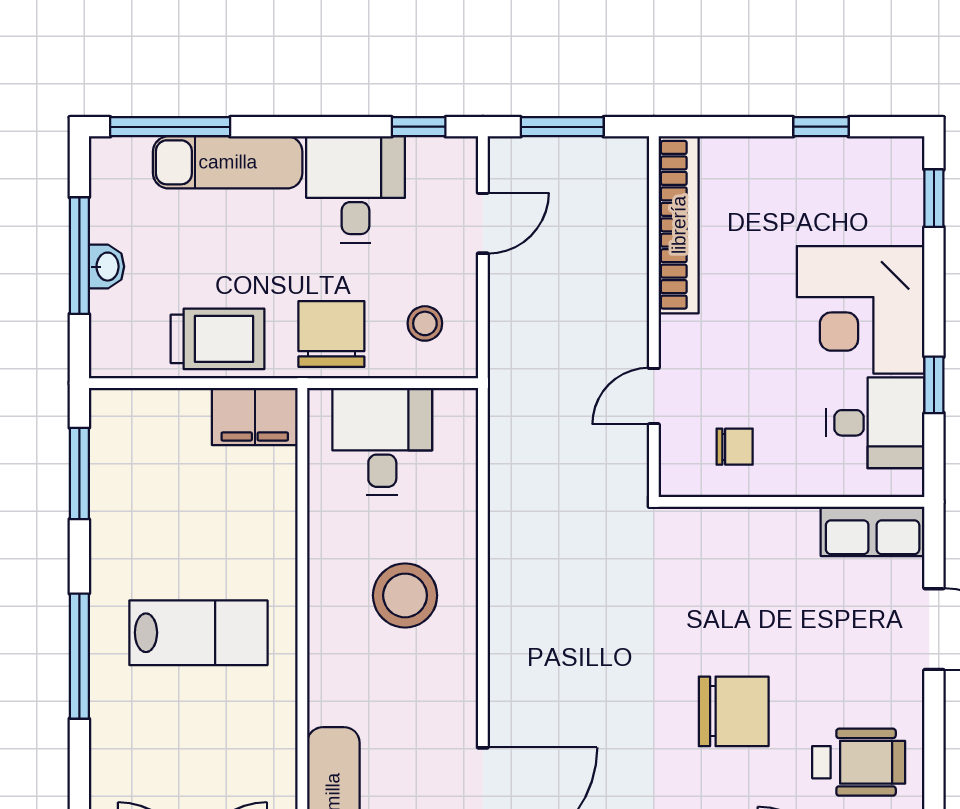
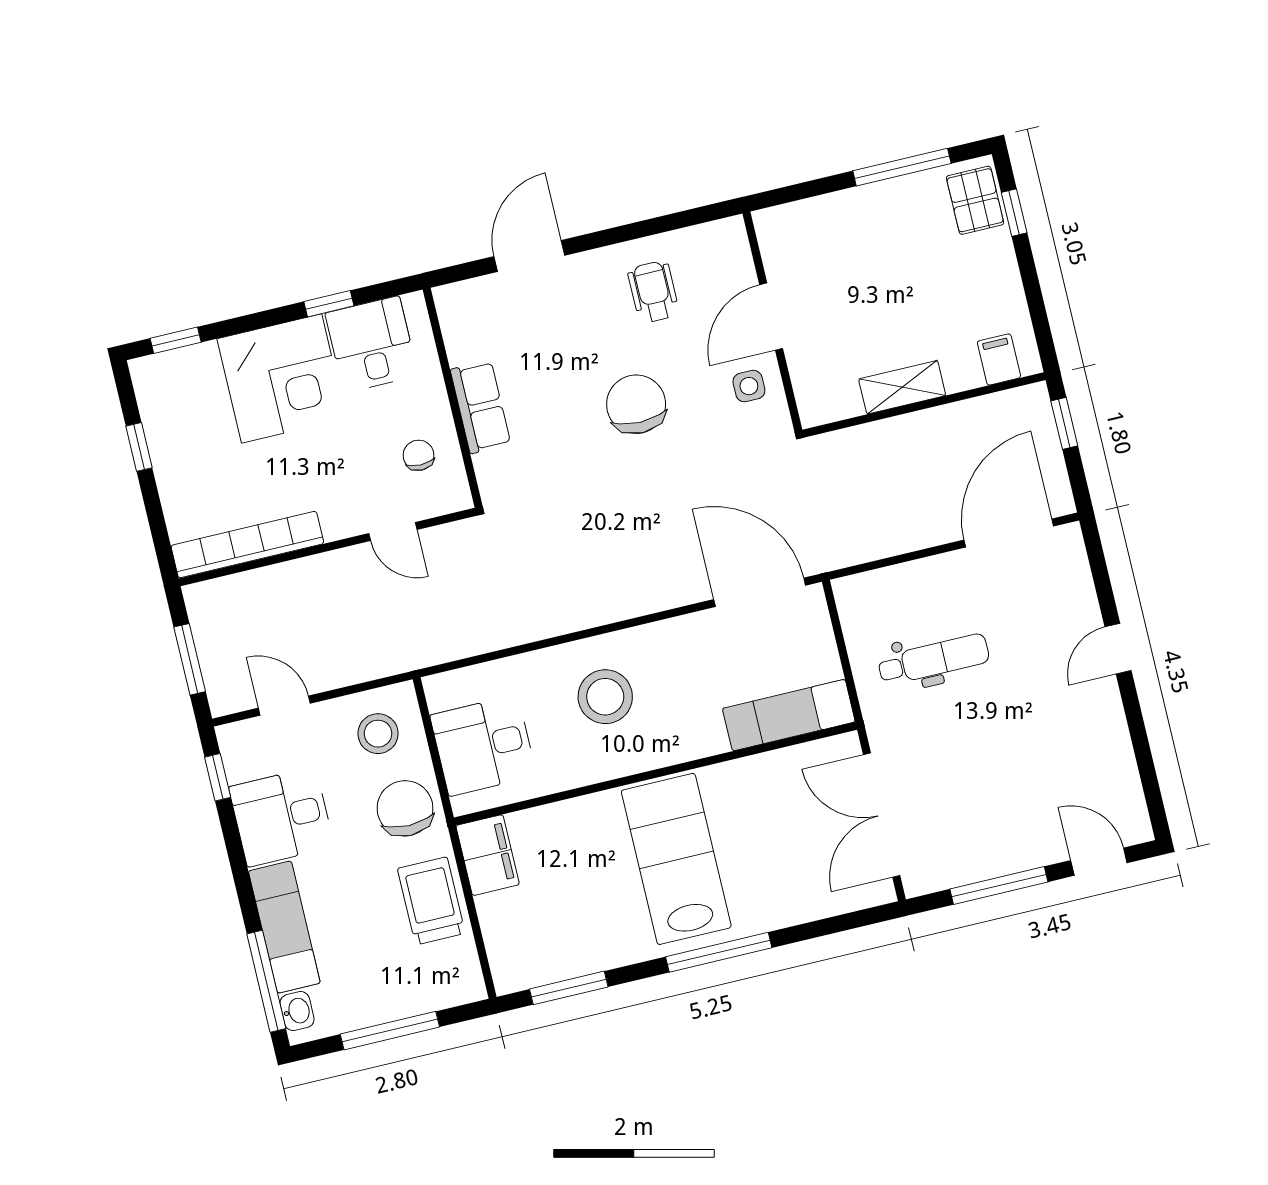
washbasin: (106, 267) -> (297, 1011), moved, turned 90
stool: (425, 323) -> (378, 734), width x1.37, depth x1.37
chair: (331, 334) -> (405, 808), turned 90
row of seats: (873, 531) -> (481, 407), moved
lab bench: (198, 633) -> (676, 859), width x1.36, depth x1.39
wheelchair: (859, 762) -> (653, 292), width x0.73, depth x0.73

